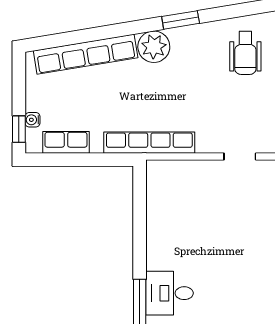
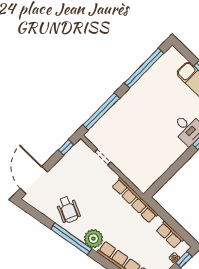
window: (181, 20) -> (71, 239), width x2.11
wheelchair: (245, 53) -> (68, 209), moved, turned 114

